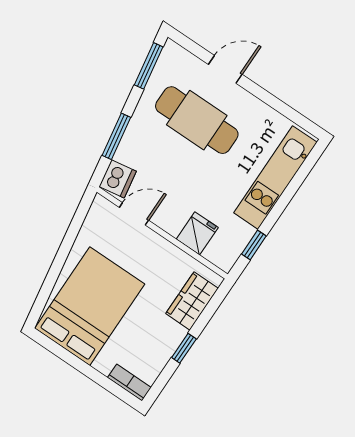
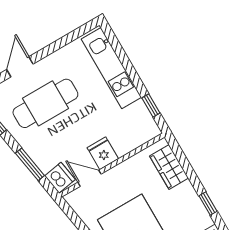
door: (134, 214) -> (89, 178), hinge flipped
fridge: (197, 233) -> (103, 153), moved
window: (184, 348) -> (208, 204), moved

